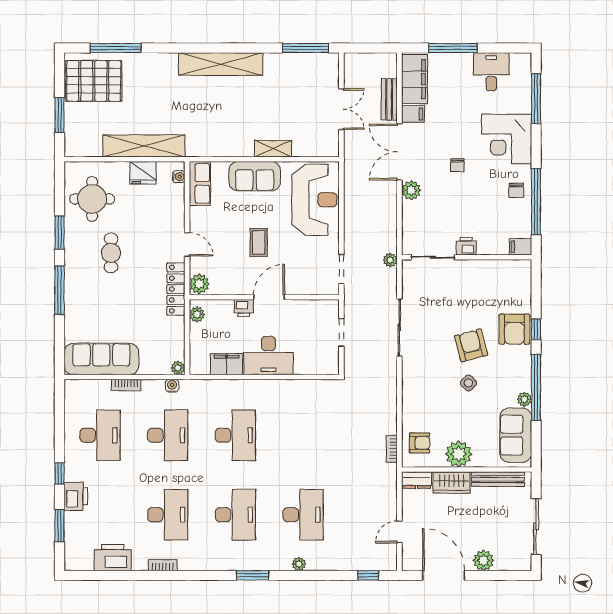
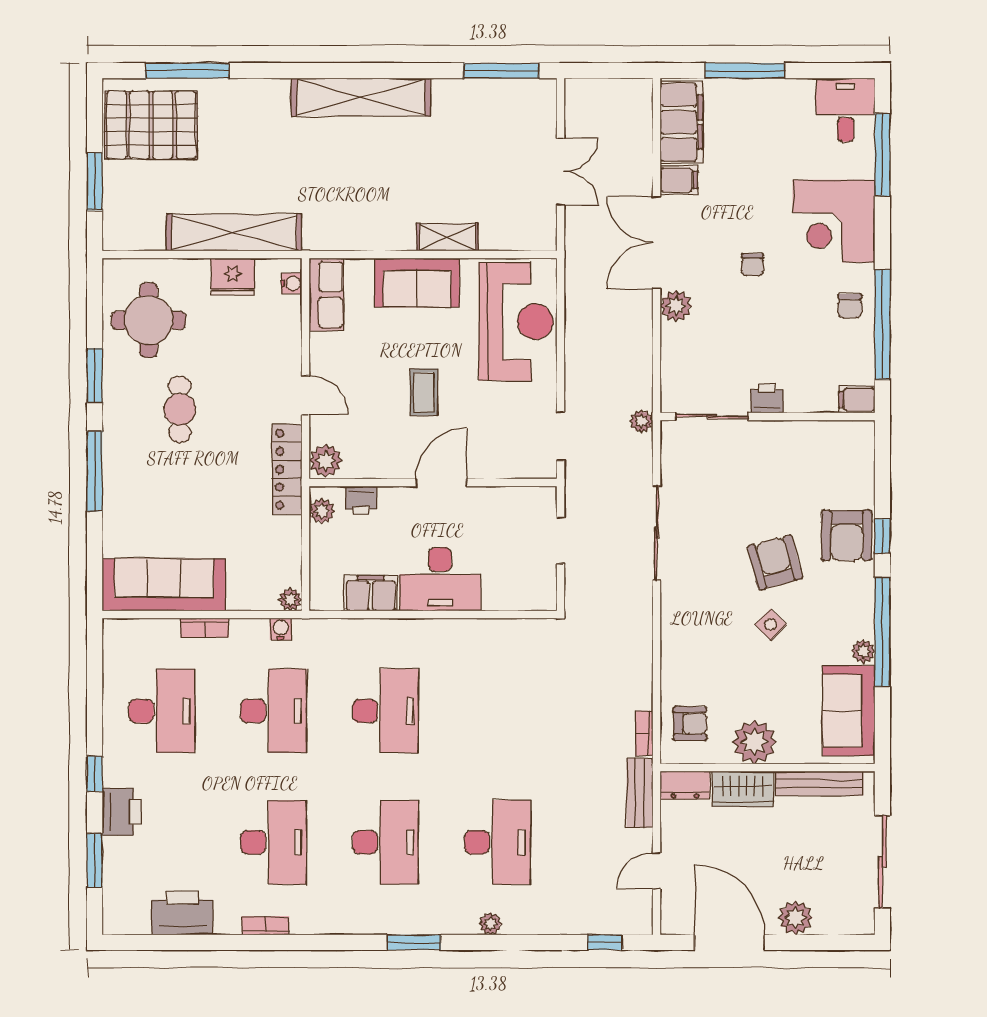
desk: (491, 72) -> (846, 110), moved
bench: (389, 99) -> (640, 793), moved
printer: (244, 308) -> (361, 500), moved

